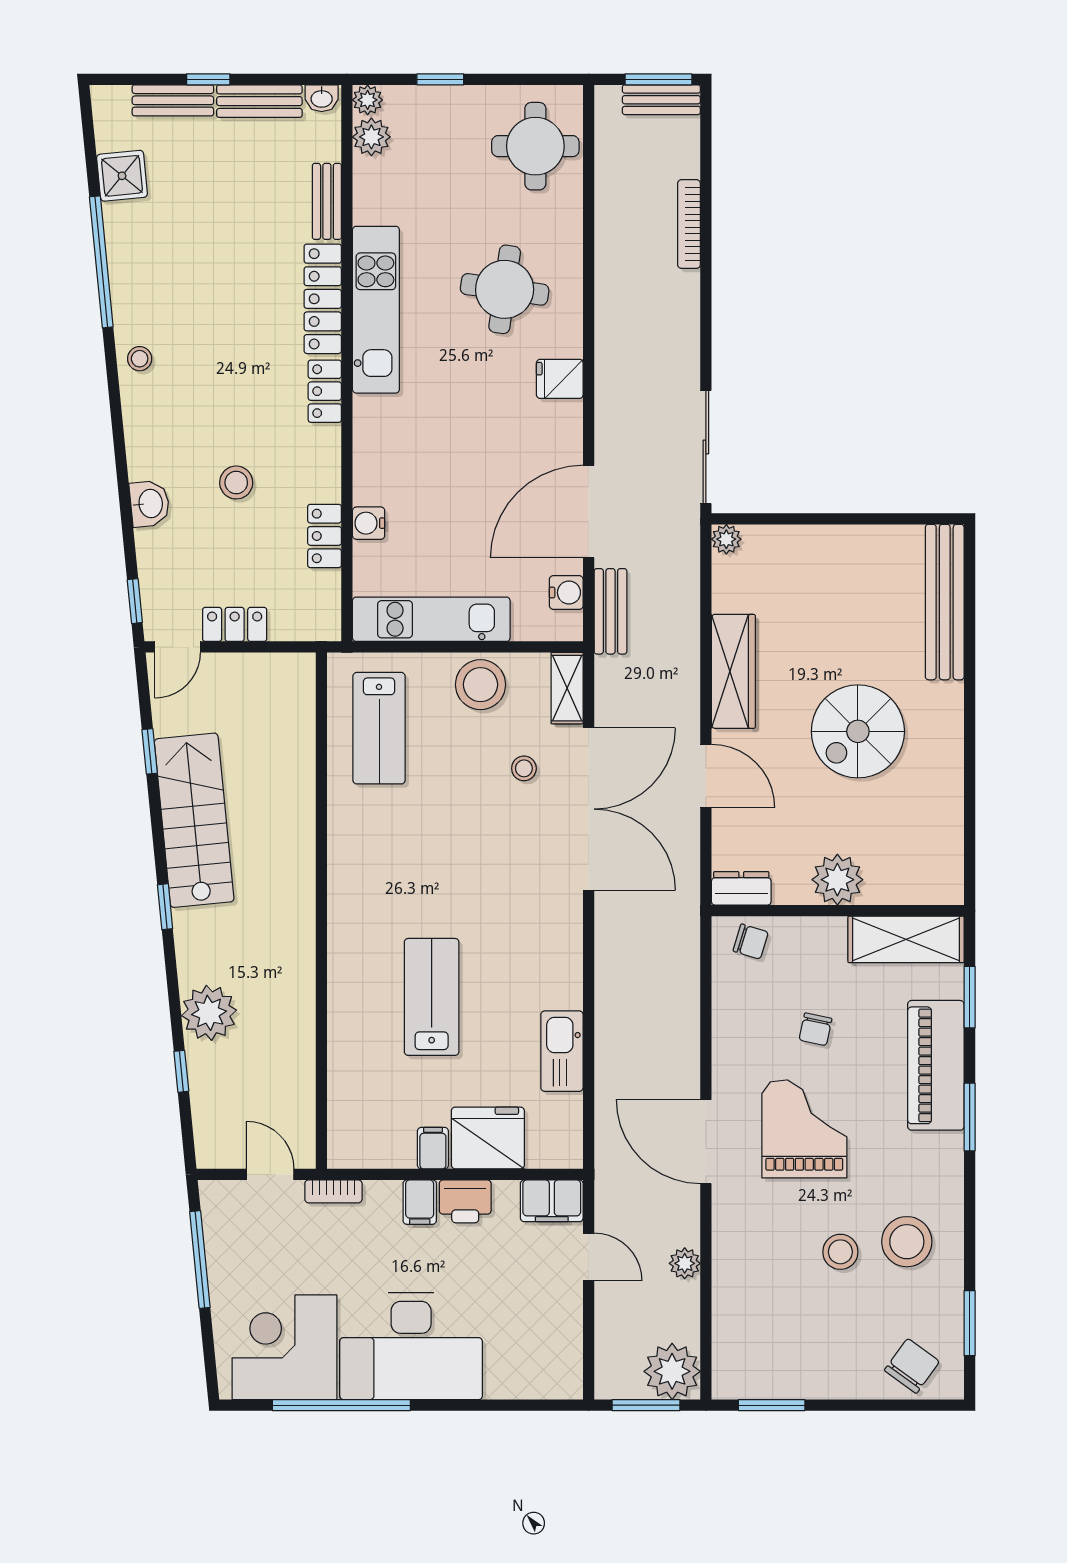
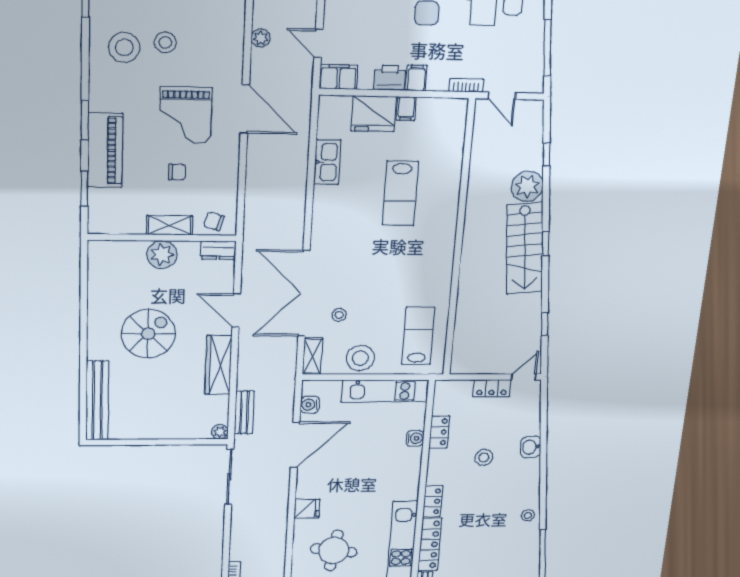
window: (135, 601) -> (544, 400), removed
bench: (610, 611) -> (244, 412), moved
stairs: (194, 820) -> (525, 248), moved
shelving: (906, 939) -> (169, 225), moved, width x0.67, depth x0.75
chair: (815, 1029) -> (177, 172), turned 78

